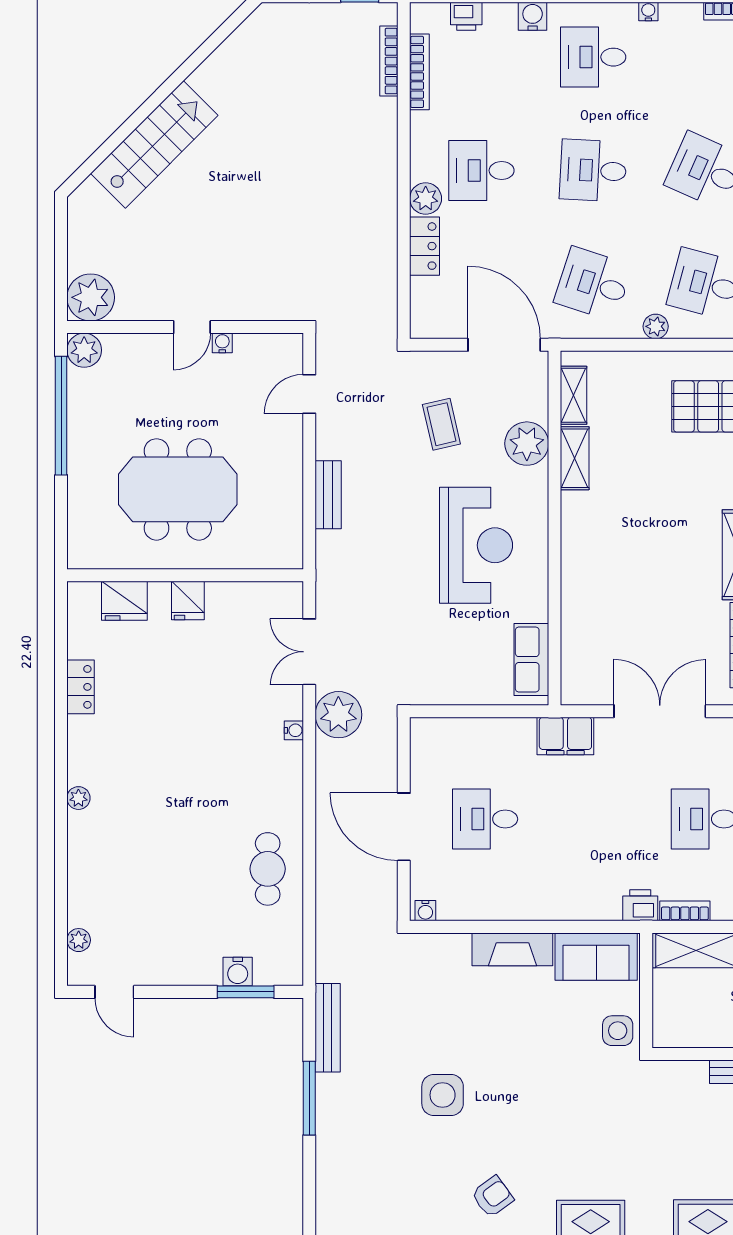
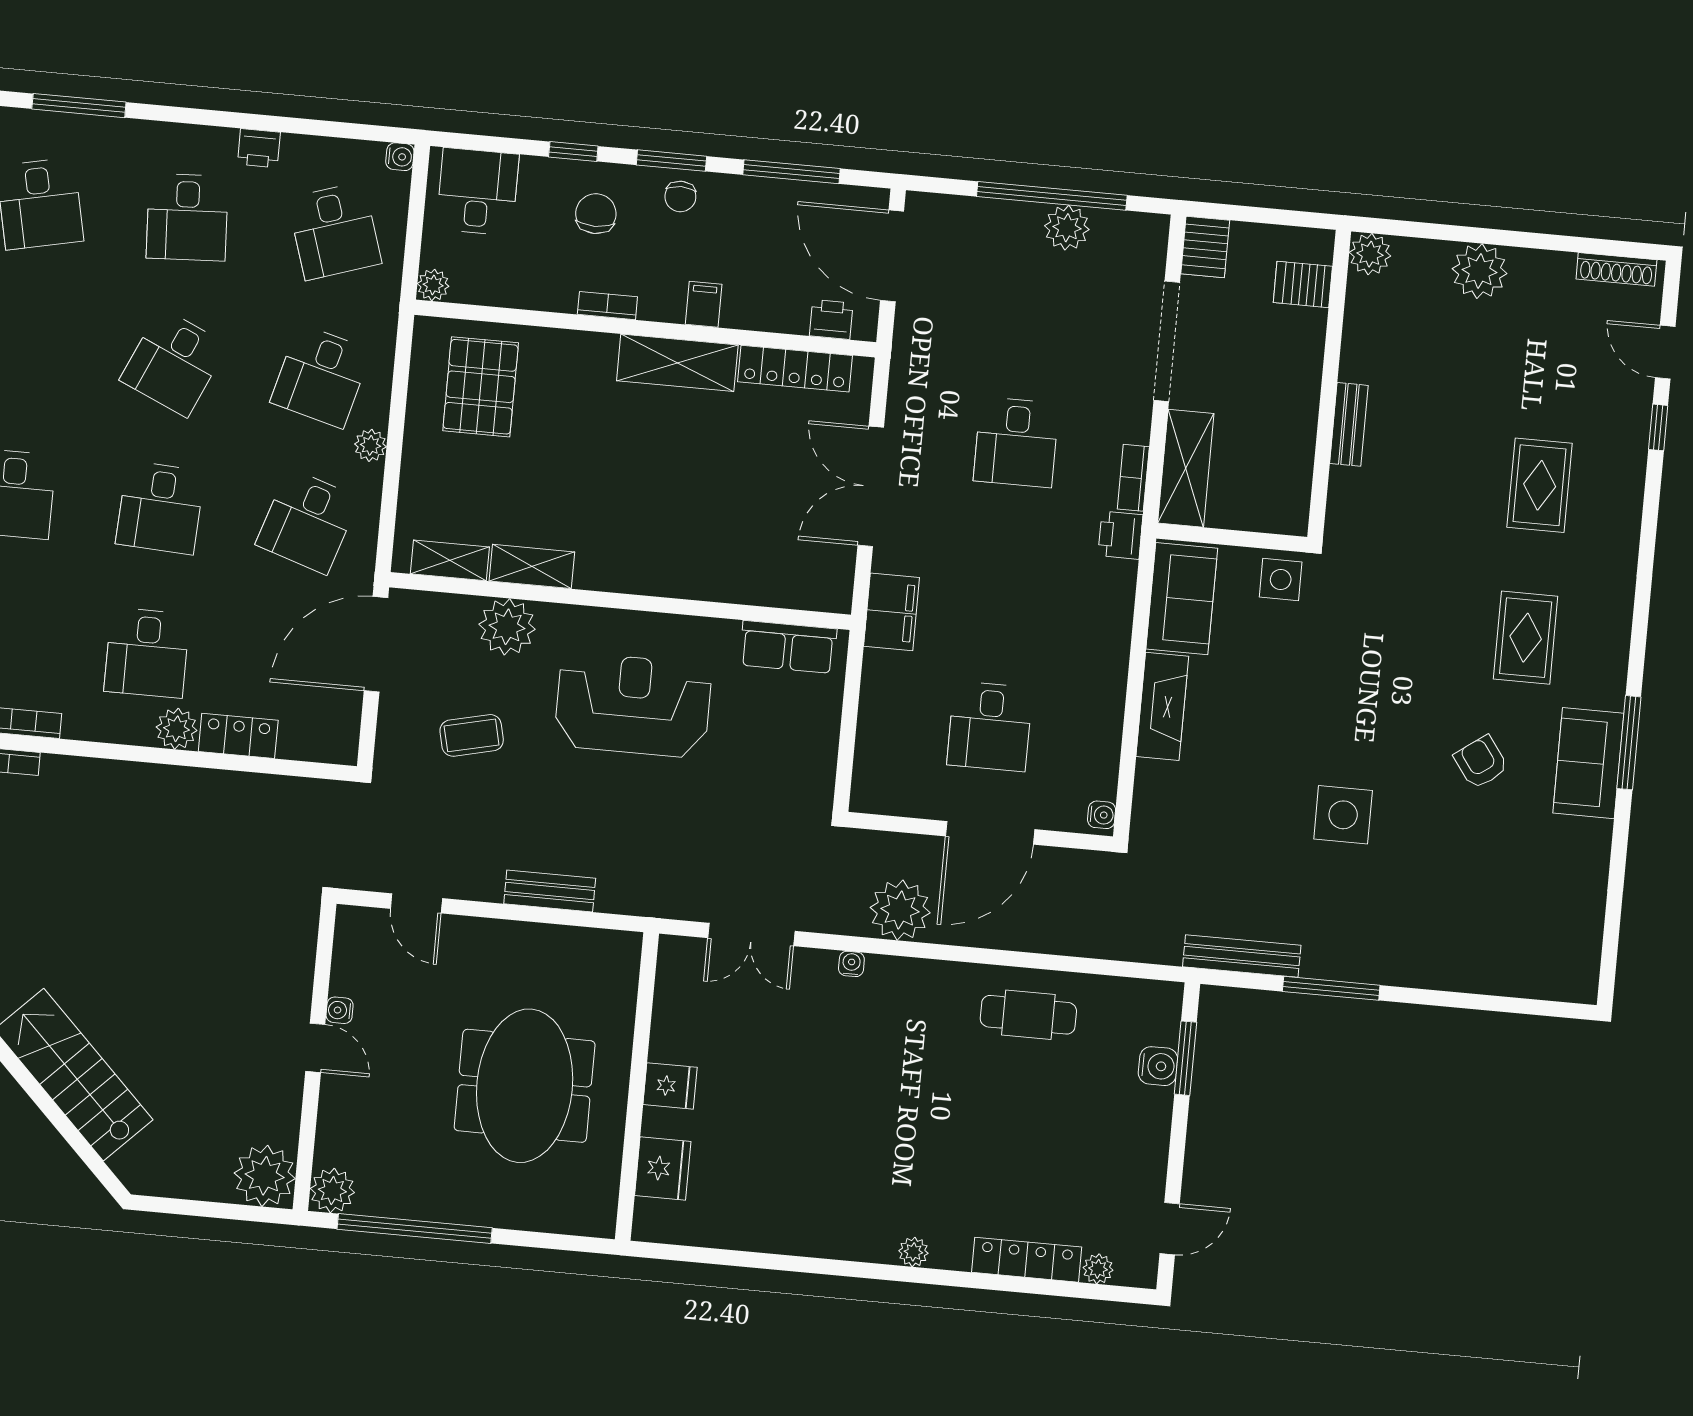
locker: (81, 687) -> (1027, 1260), moved, width x1.53
plant: (338, 715) -> (900, 910), moved

